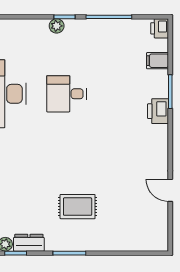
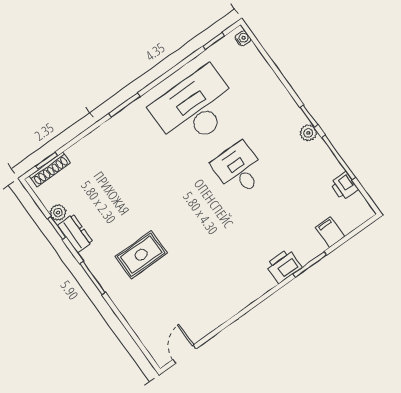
plant: (57, 26) -> (308, 133), moved
printer: (160, 28) -> (344, 186), moved, turned -90
door: (170, 190) -> (184, 354), moved
rug: (78, 207) -> (141, 255), turned 90

